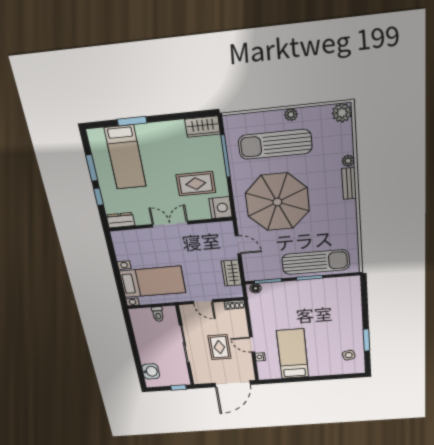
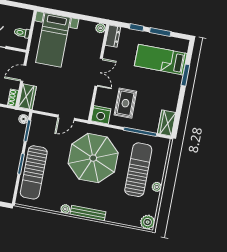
plant: (348, 161) -> (65, 209), moved
bench: (349, 184) -> (88, 213), width x1.36
plant: (117, 236) -> (101, 28), added
wardrobe: (232, 273) -> (27, 97), moved, turned 90

